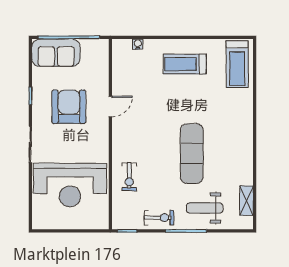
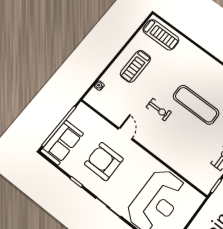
exercise bike: (129, 177) -> (159, 110), moved

